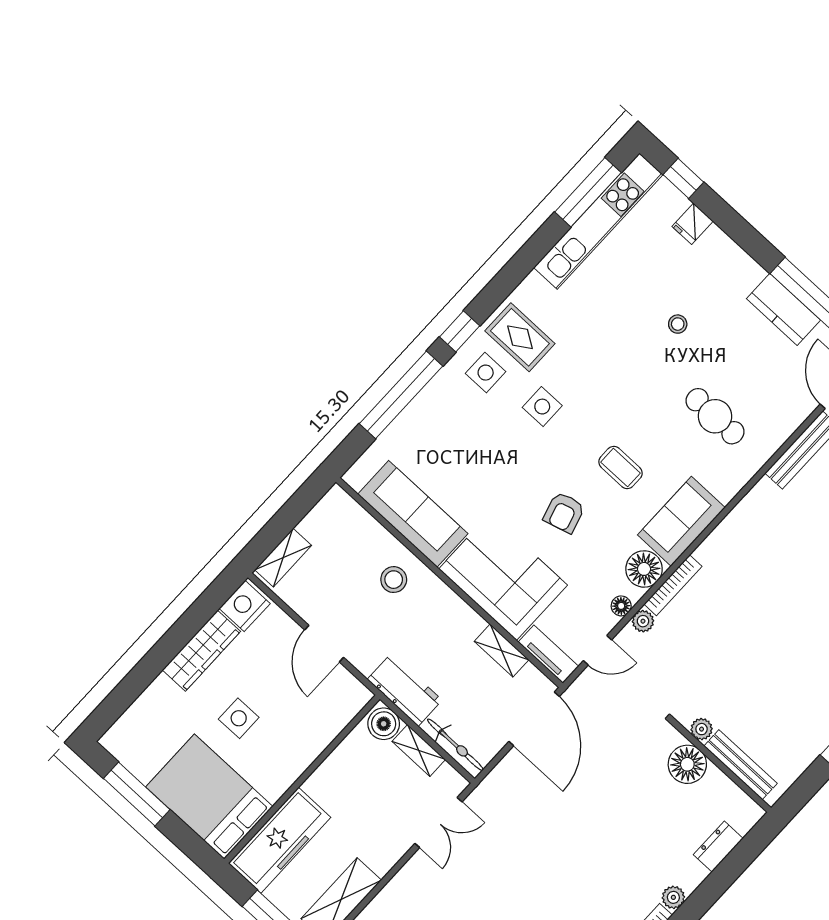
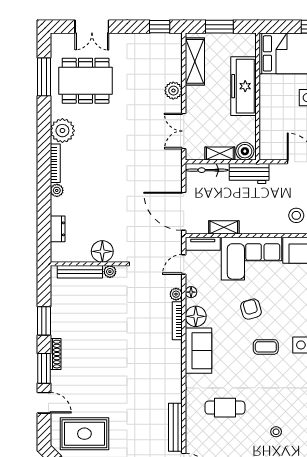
coffee table: (620, 468) -> (266, 347), moved
freezer: (280, 840) -> (243, 86), moved
plant: (404, 887) -> (173, 91), added

